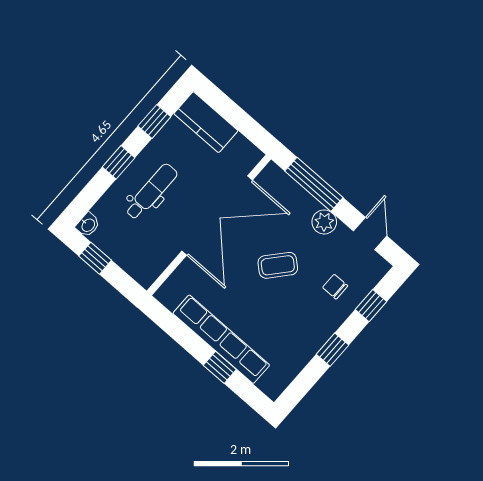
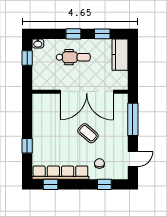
plant: (324, 222) -> (121, 137), removed
row of seats: (221, 339) -> (60, 173), moved, turned -90
window: (332, 350) -> (50, 184), moved

